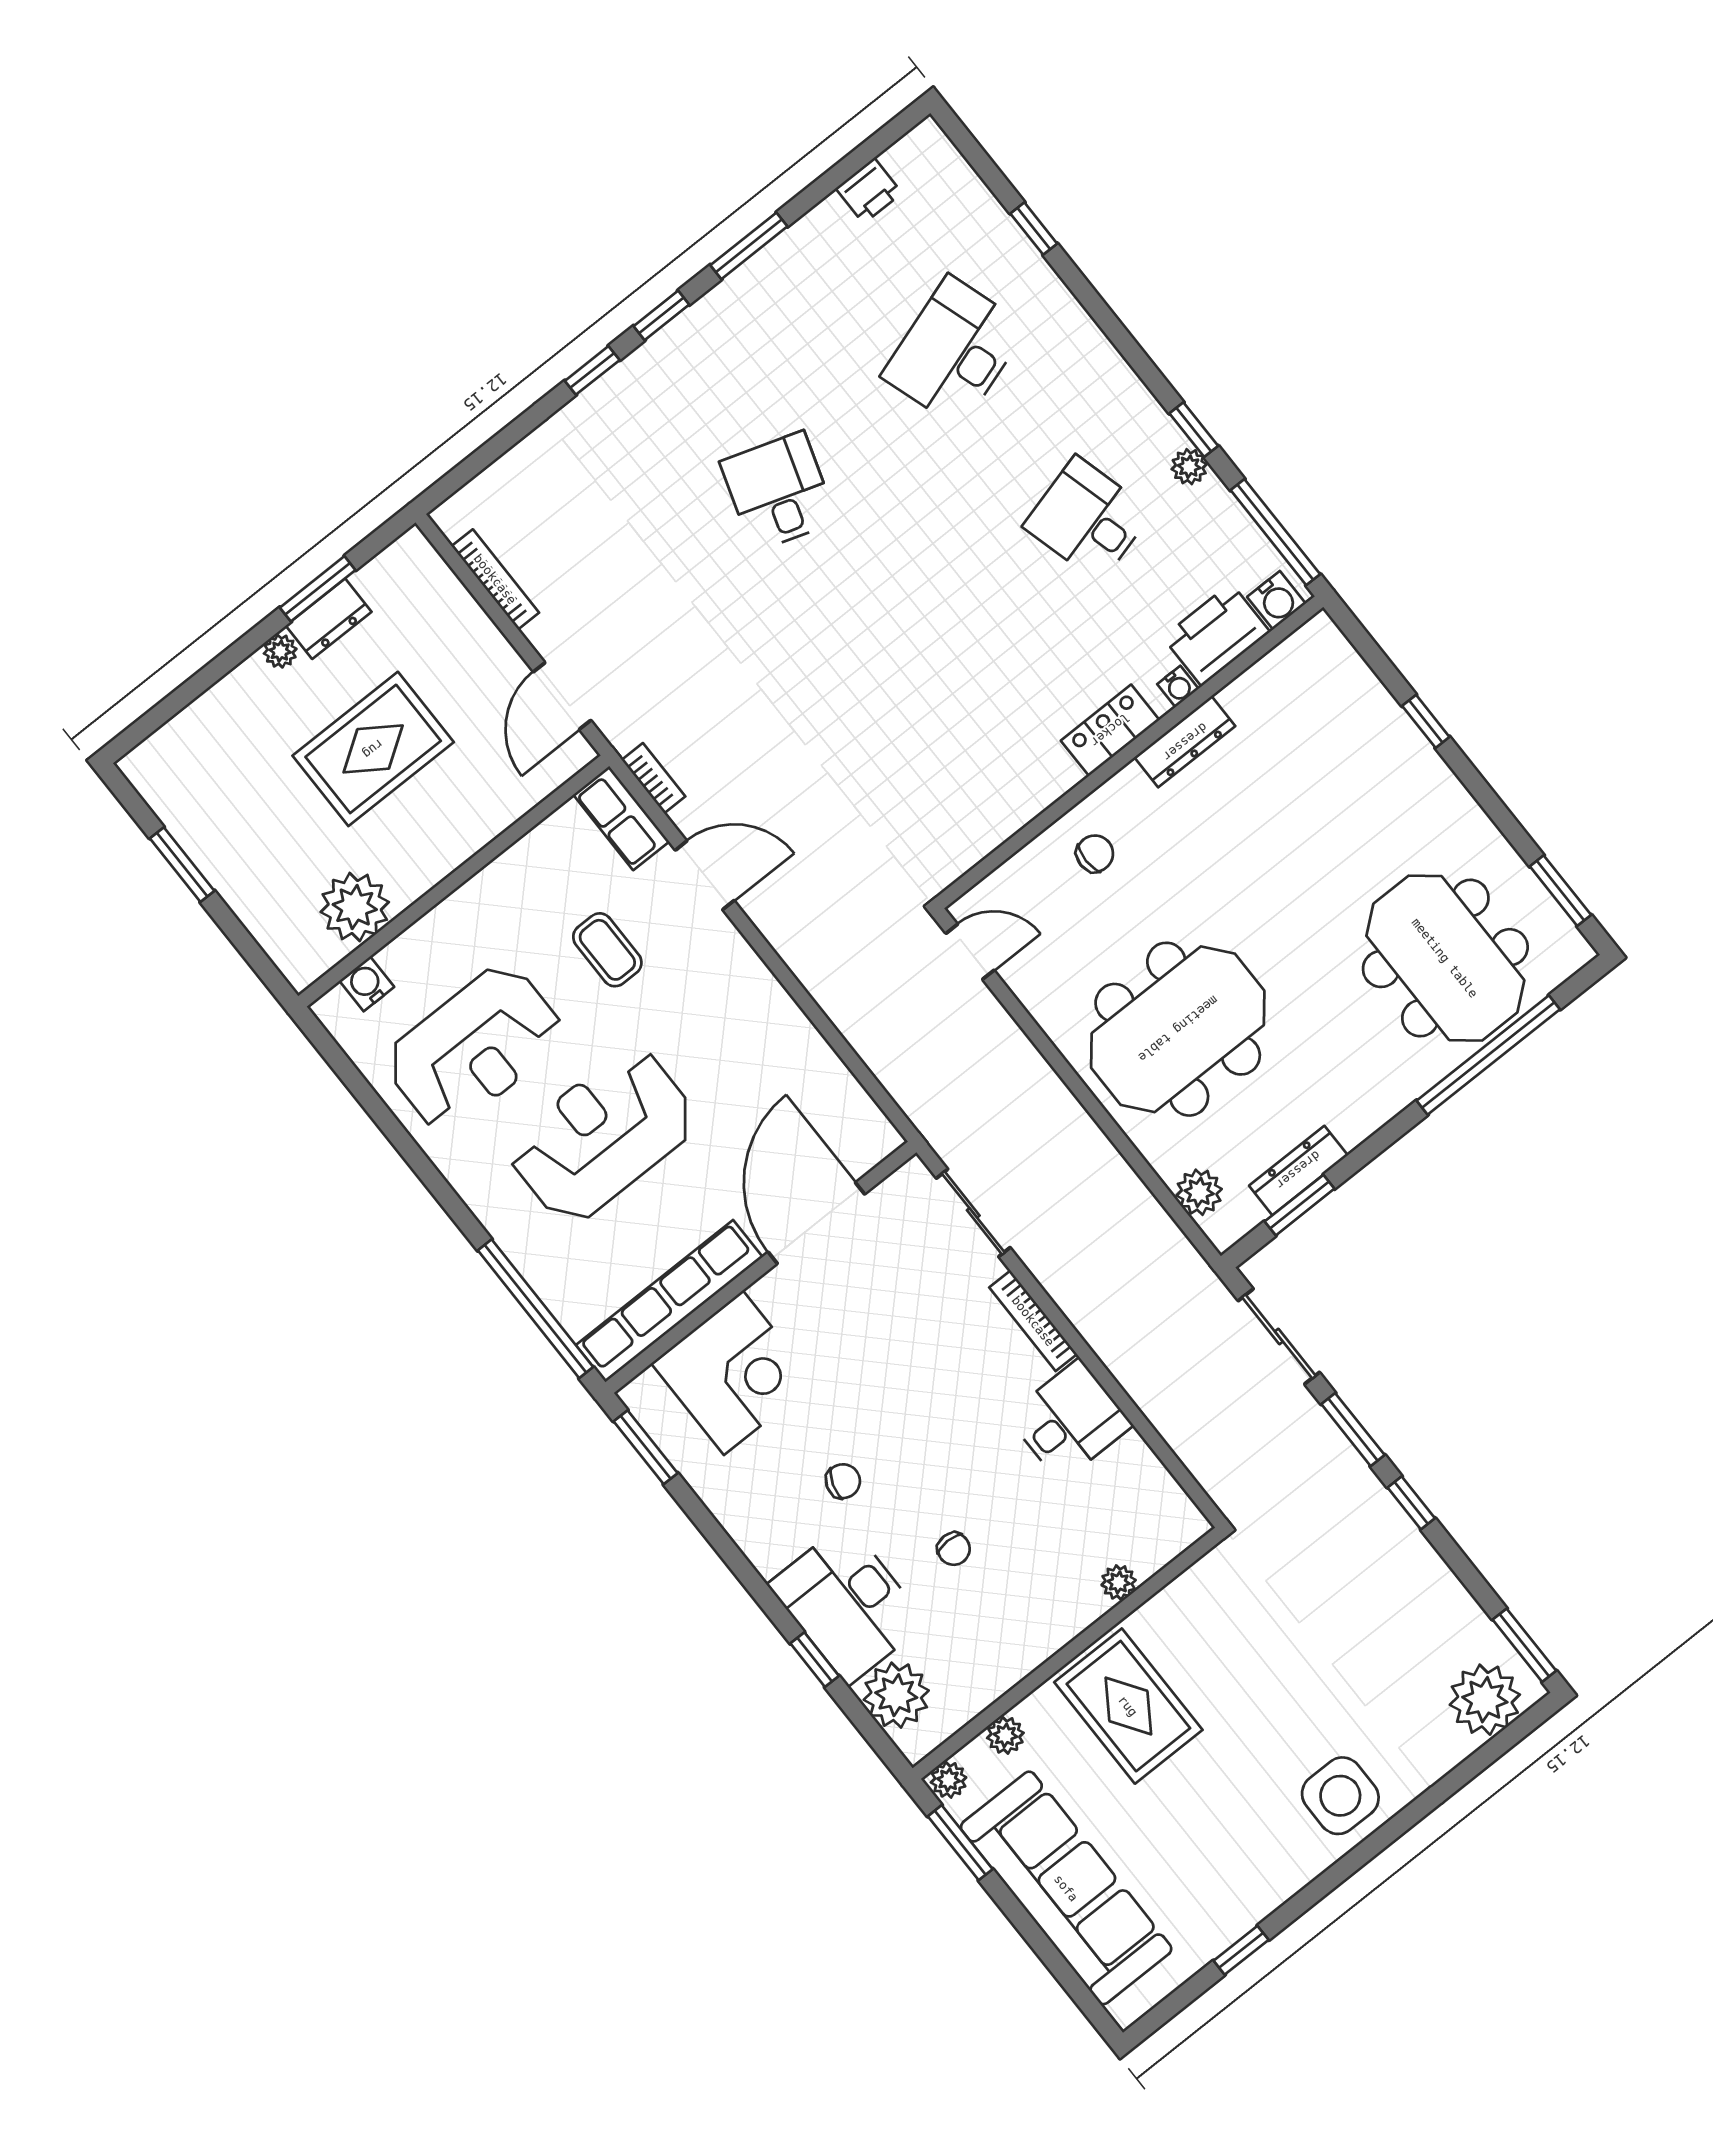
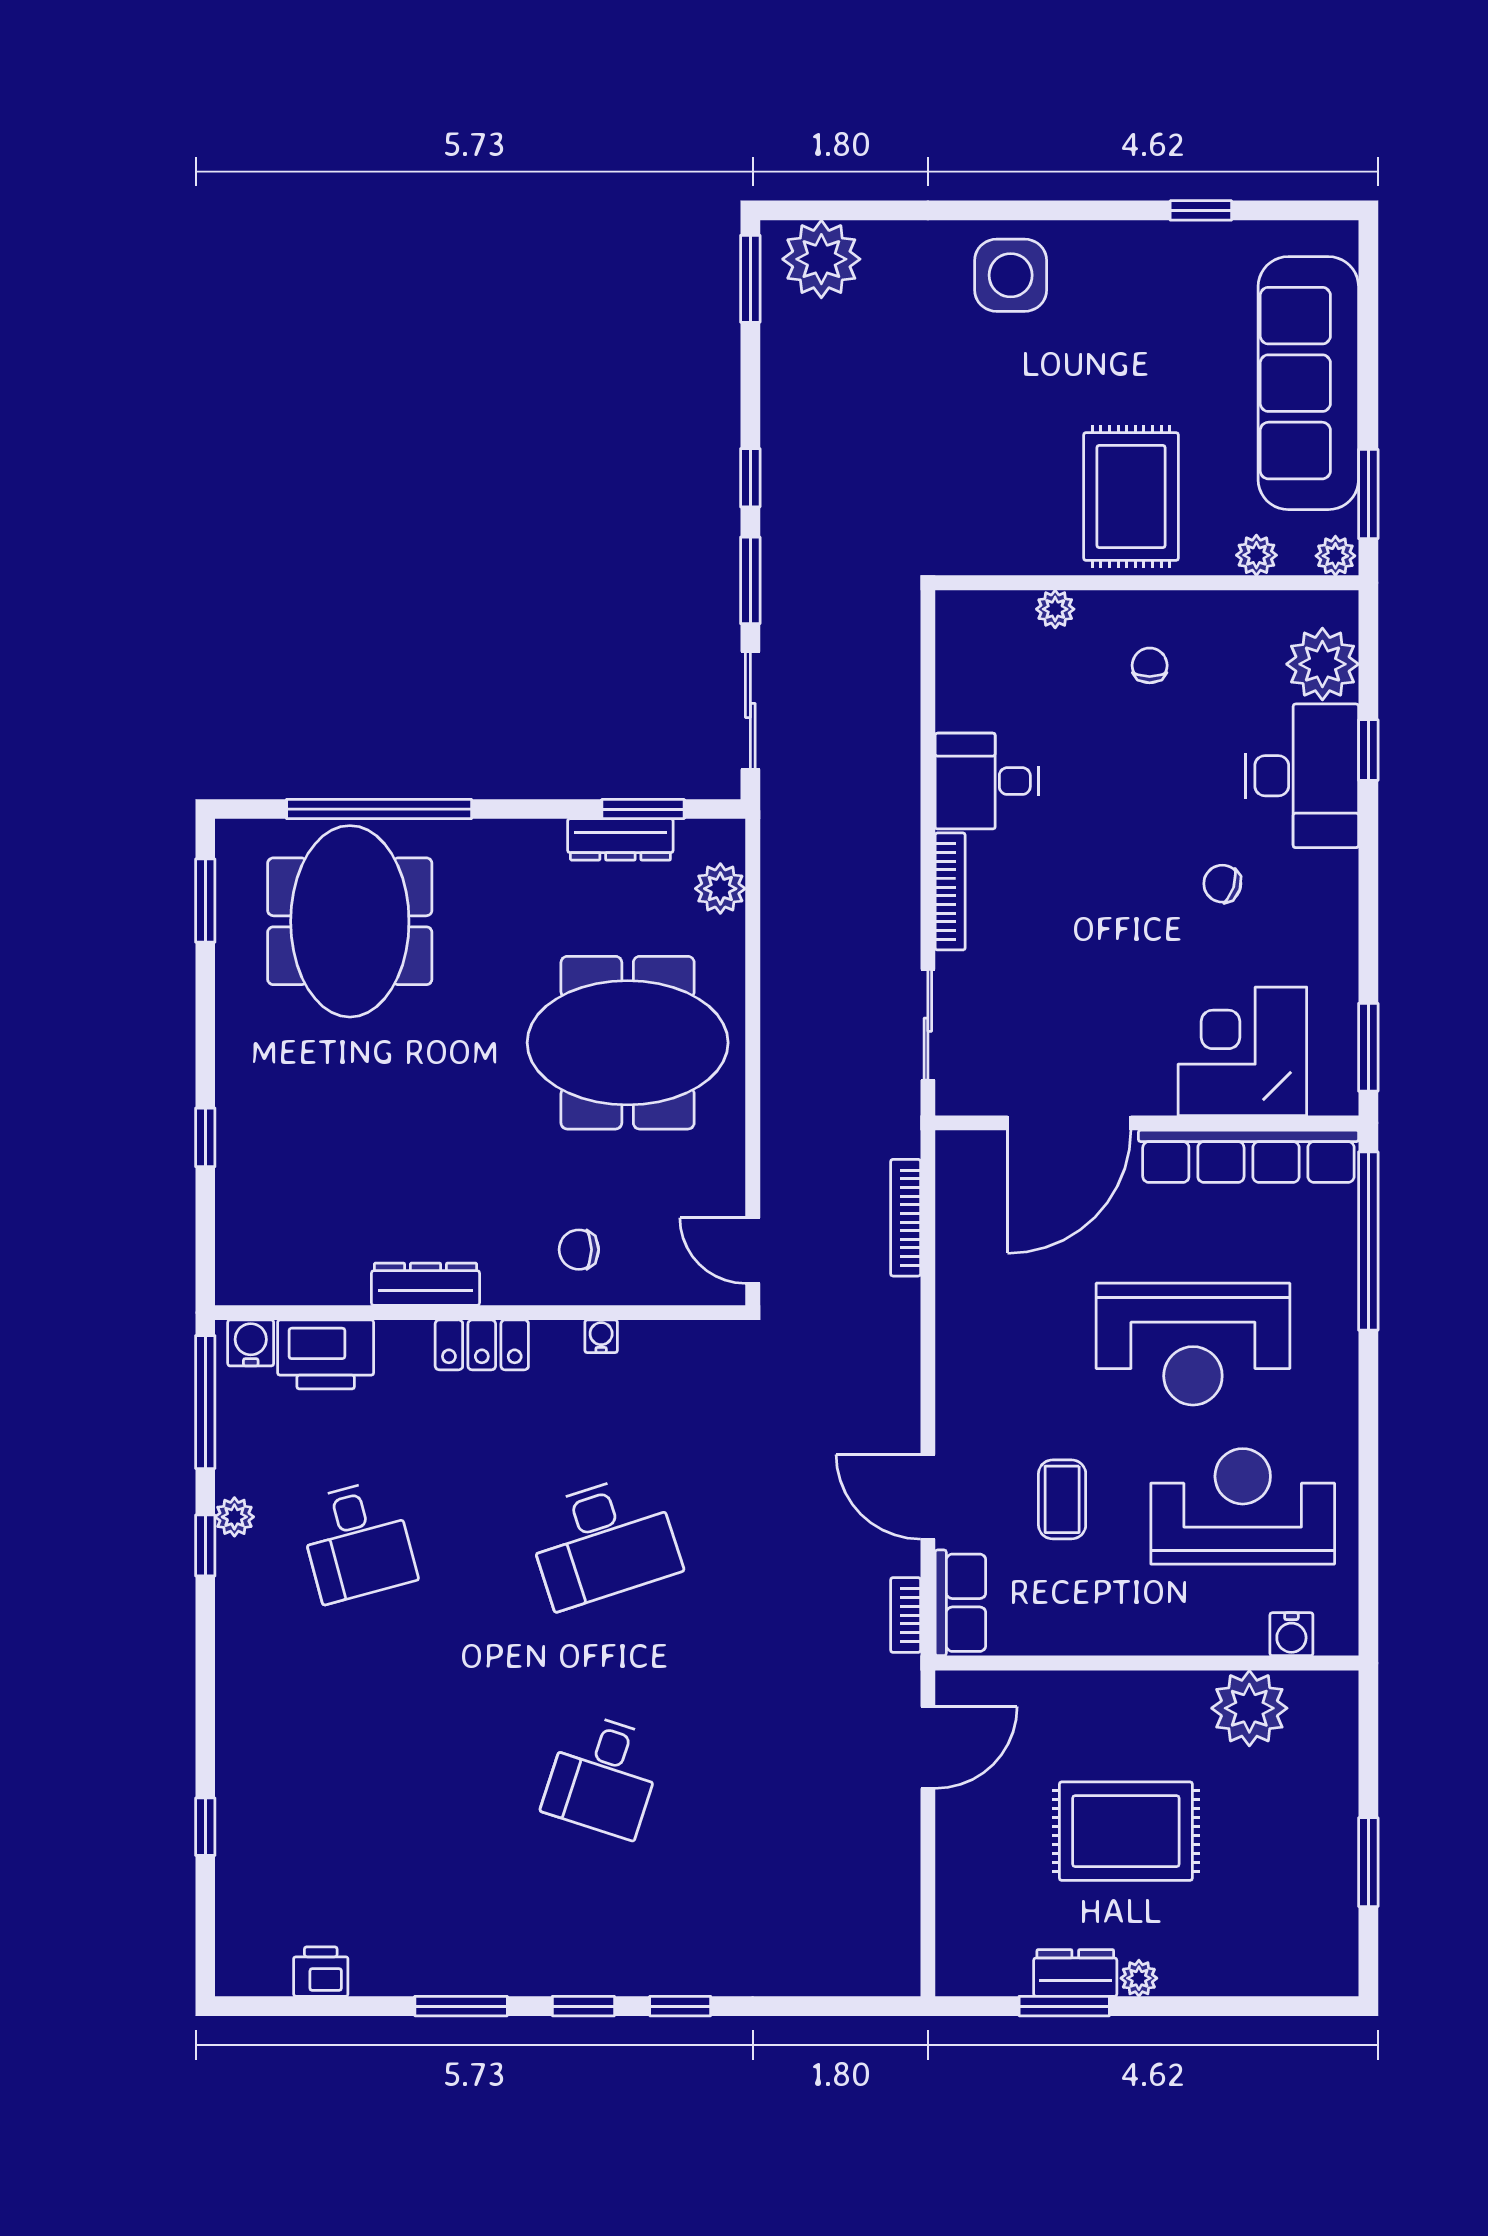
desk: (954, 352) -> (603, 1541), moved
bookcase: (495, 579) -> (906, 1218), moved
water cooler: (1178, 686) -> (601, 1336), moved
chair: (954, 1549) -> (1150, 665), moved

